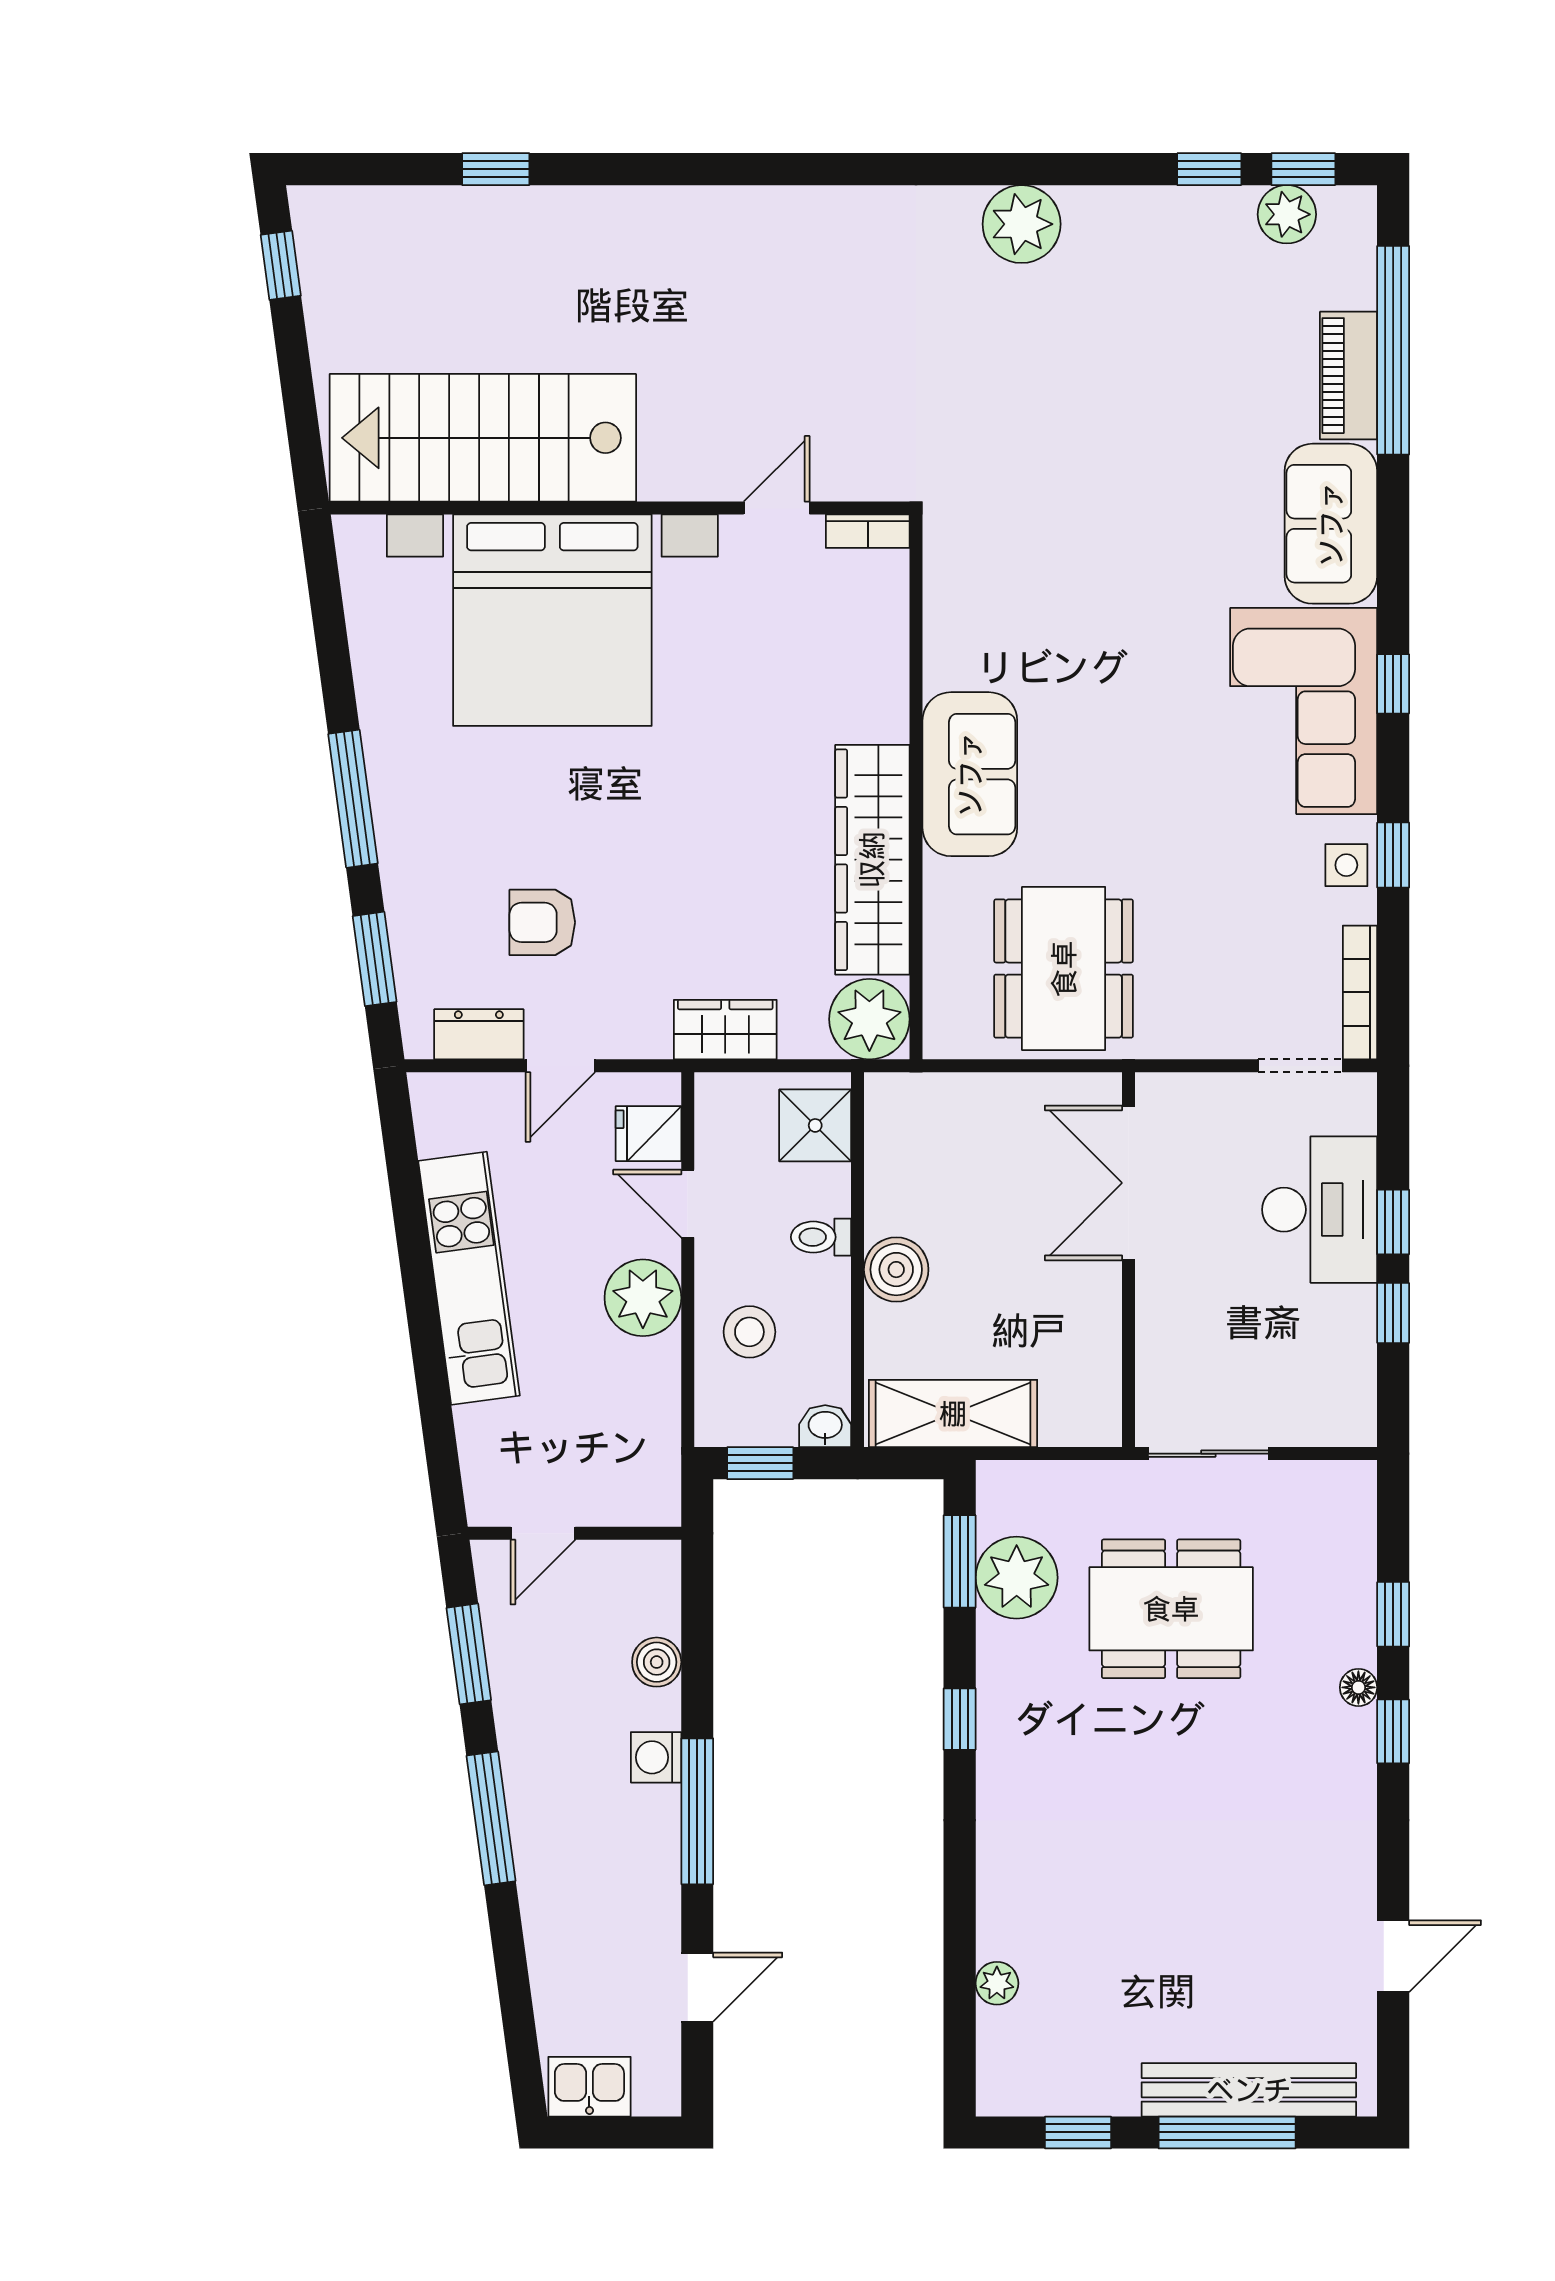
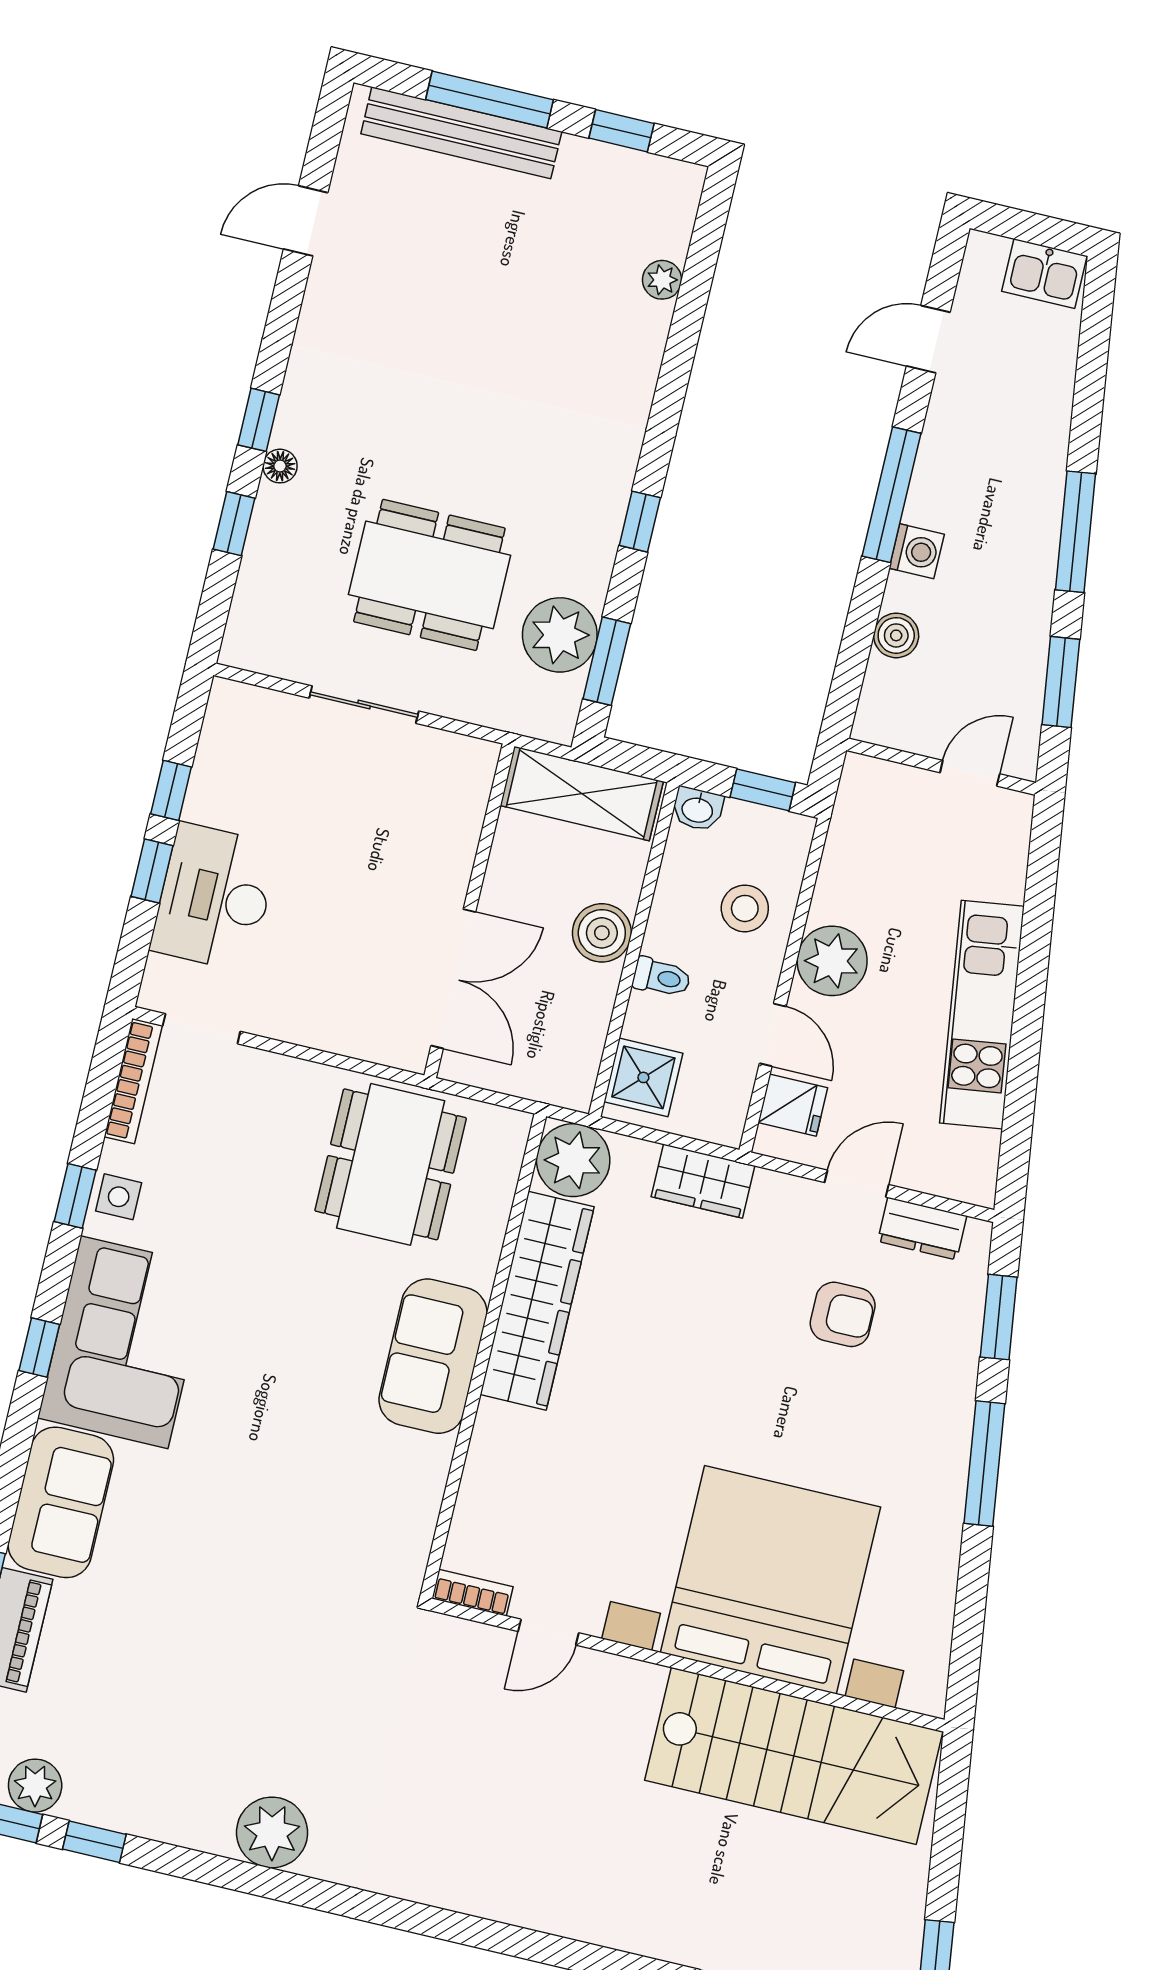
double door: (1129, 1183) -> (453, 979), moved
wall: (1129, 1260) -> (469, 911), moved

